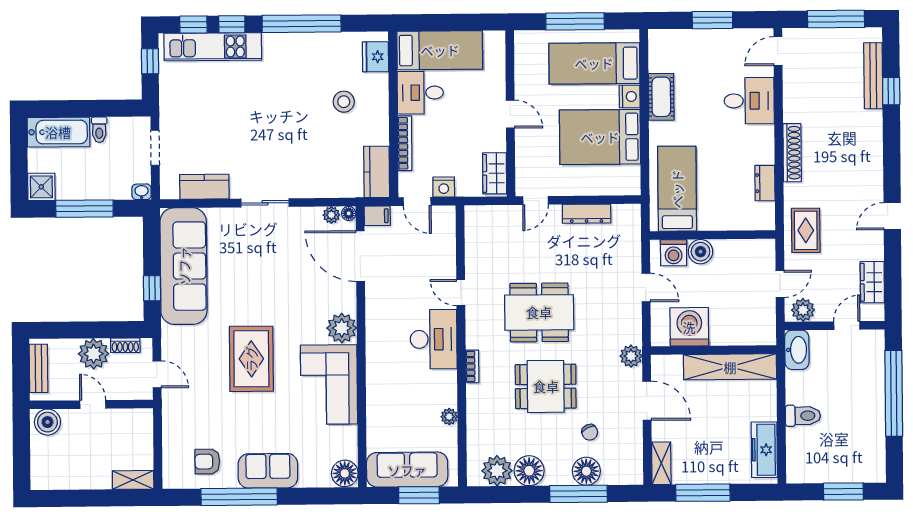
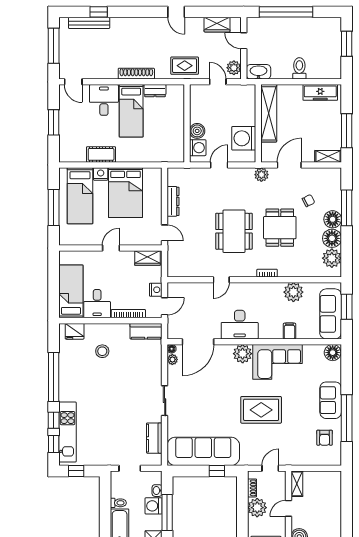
washing machine: (95, 187) -> (154, 506), added
bed: (677, 189) -> (131, 111), moved, turned -90
washbasin: (142, 192) -> (157, 491), moved
filing cabinet: (377, 216) -> (289, 331), moved
desk: (434, 339) -> (240, 325), moved, turned 180
plant: (449, 417) -> (293, 292), width x1.88, depth x1.88
floor lamp: (586, 471) -> (333, 219), moved
shelving: (133, 480) -> (297, 484), moved

